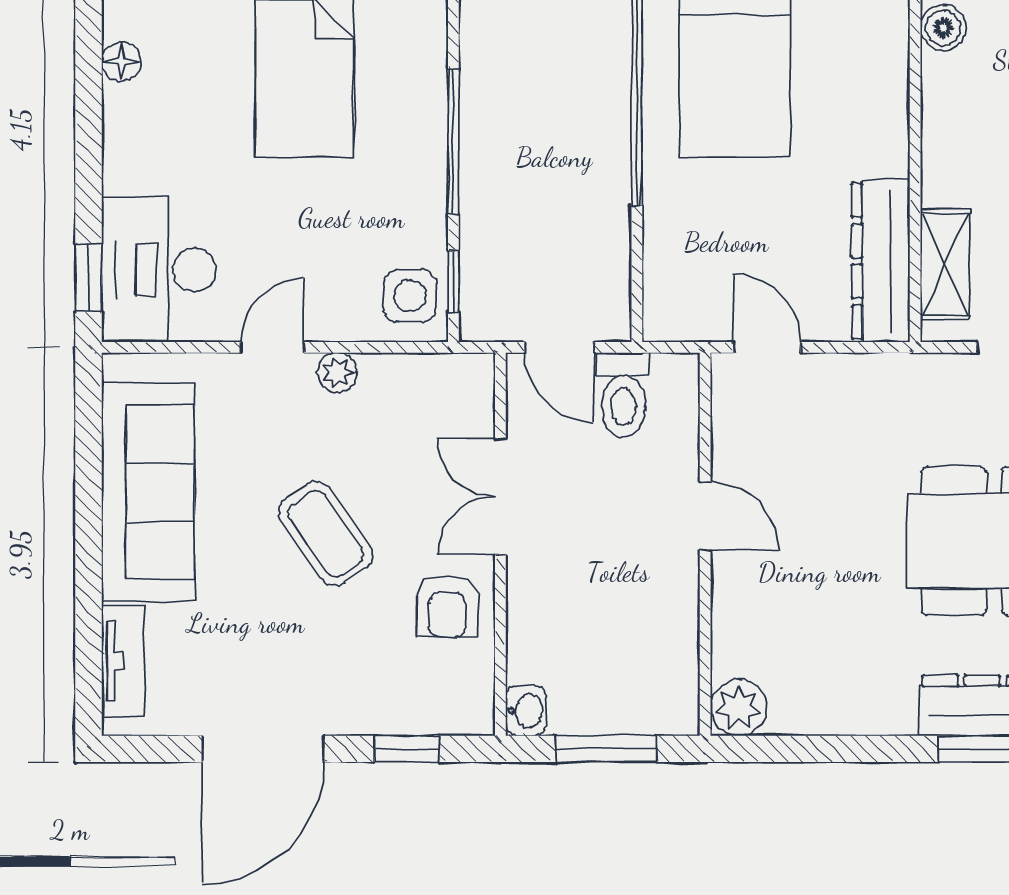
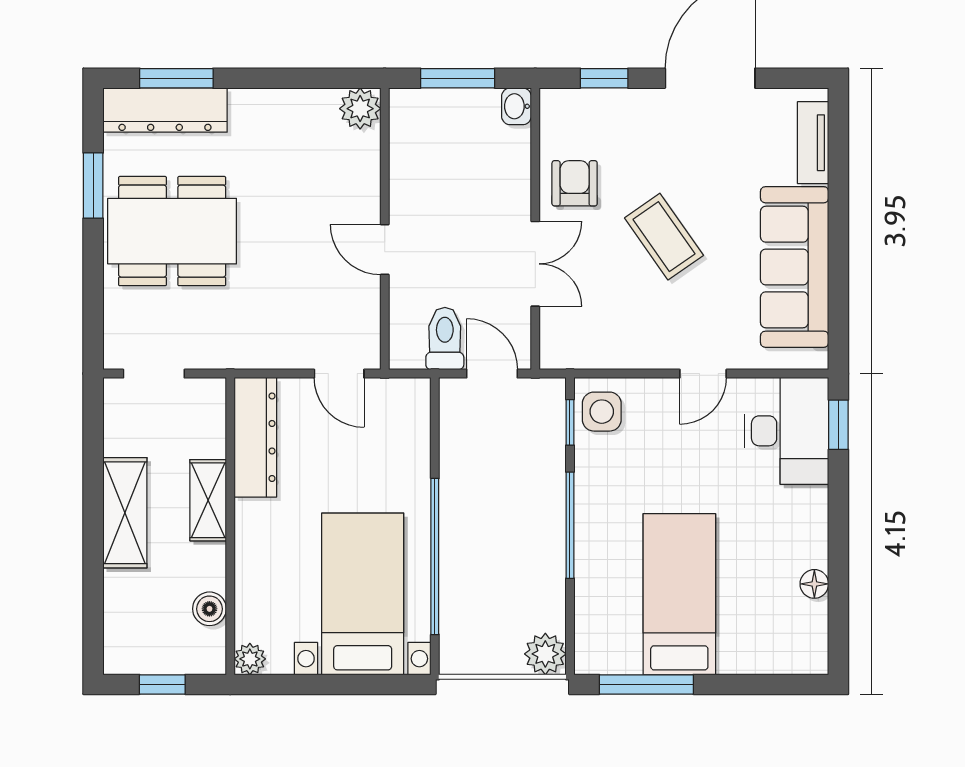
shelving: (945, 264) -> (208, 500), moved
plant: (337, 373) -> (655, 355), removed

